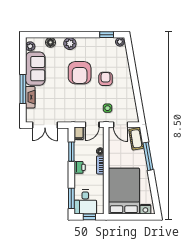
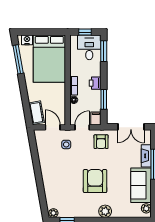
floor lamp: (50, 42) -> (125, 212), removed
armchair: (106, 79) -> (101, 142), moved
double door: (45, 125) -> (131, 127), swing flipped
window: (148, 156) -> (18, 59), moved

